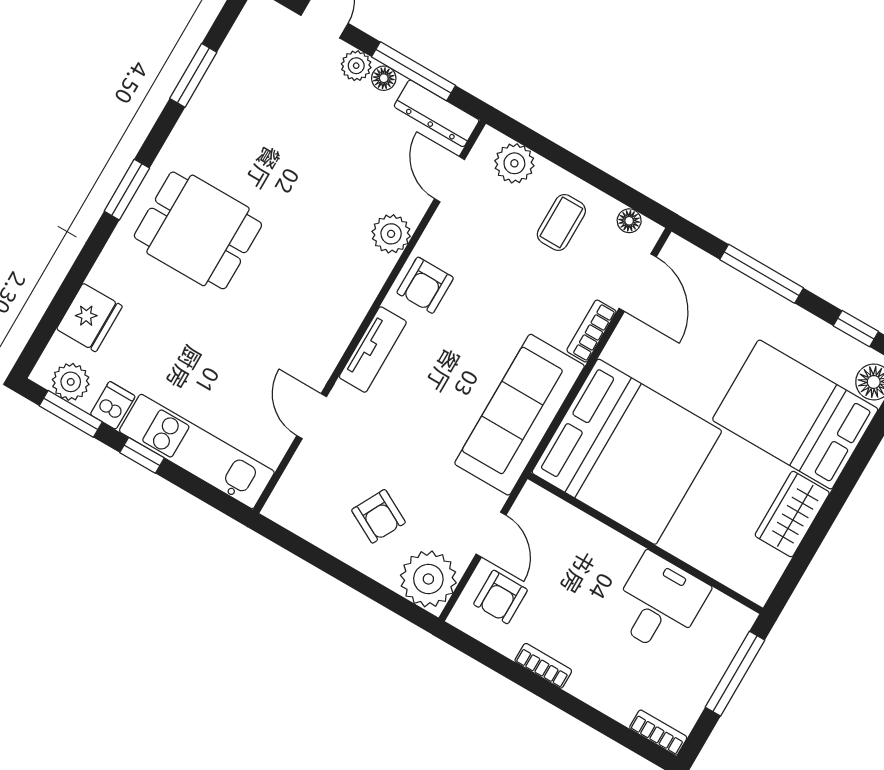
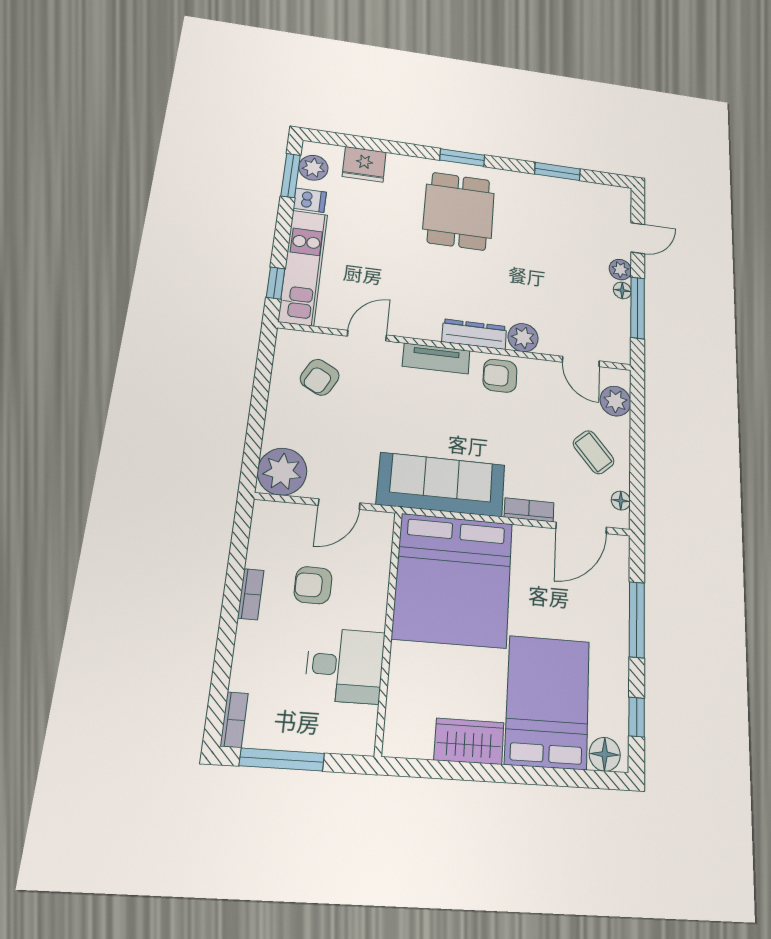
dresser: (437, 113) -> (474, 334), moved, turned 90
door: (450, 179) -> (581, 361), swing flipped
coffee table: (561, 222) -> (594, 452), turned 49
window: (142, 455) -> (276, 283), moved
armchair: (378, 516) -> (320, 377), moved
armchair: (500, 597) -> (313, 585), moved
window: (735, 674) -> (282, 760), moved

